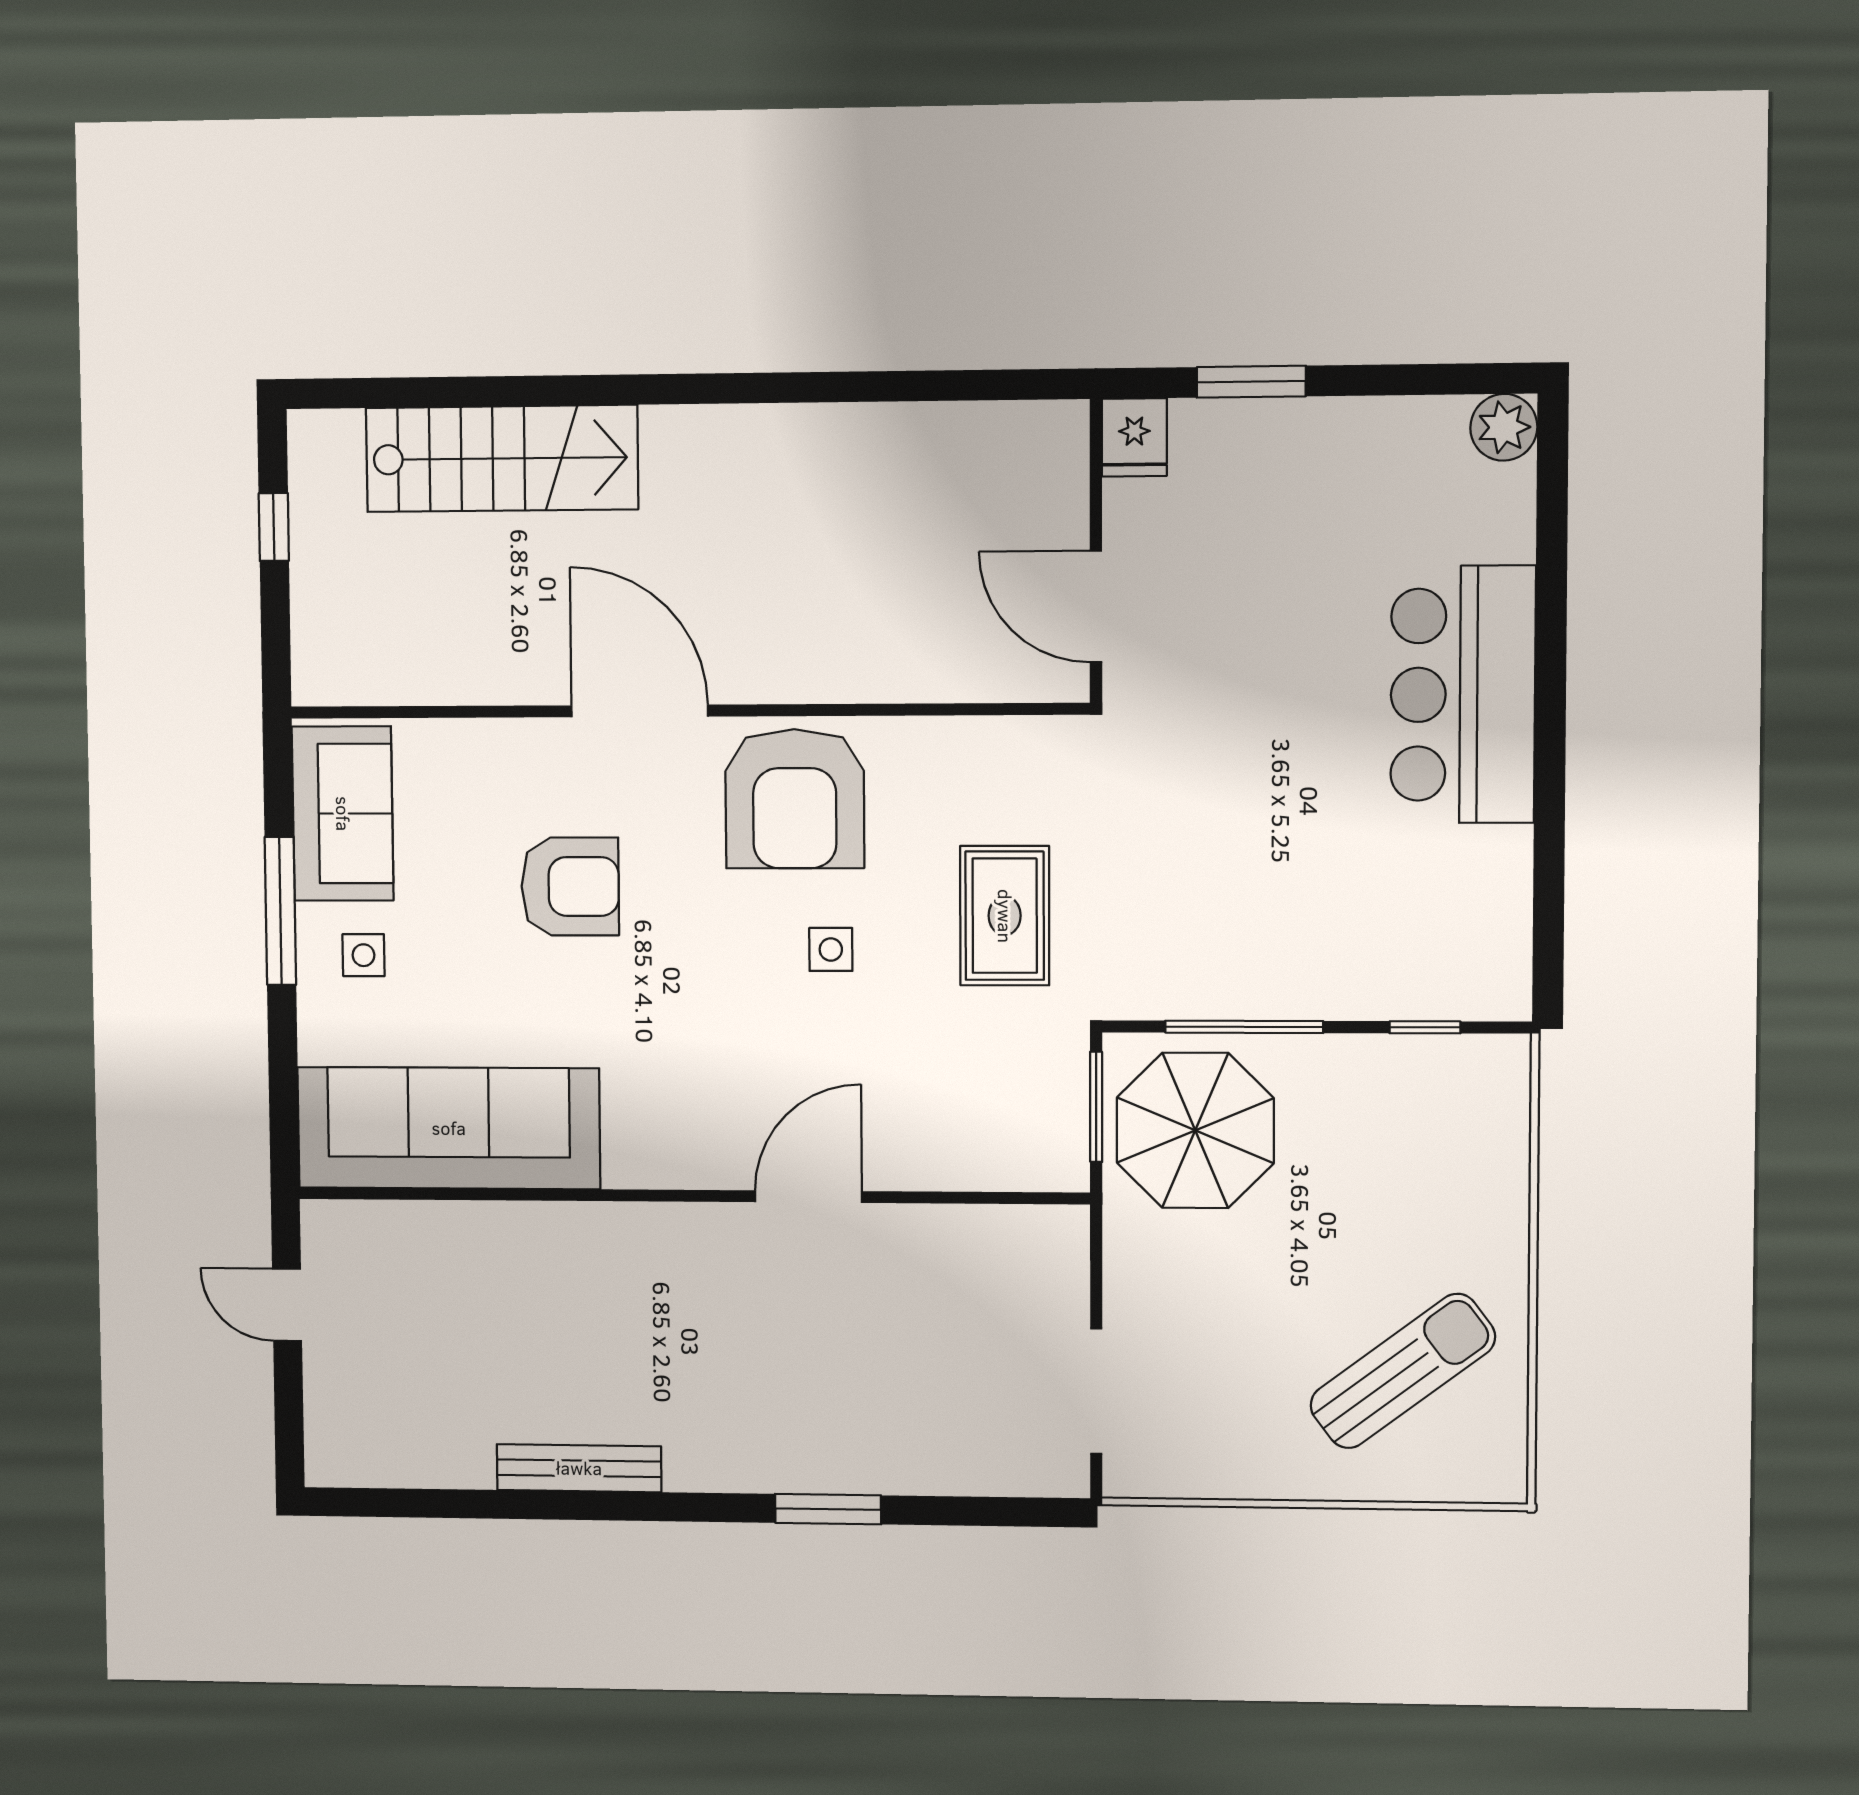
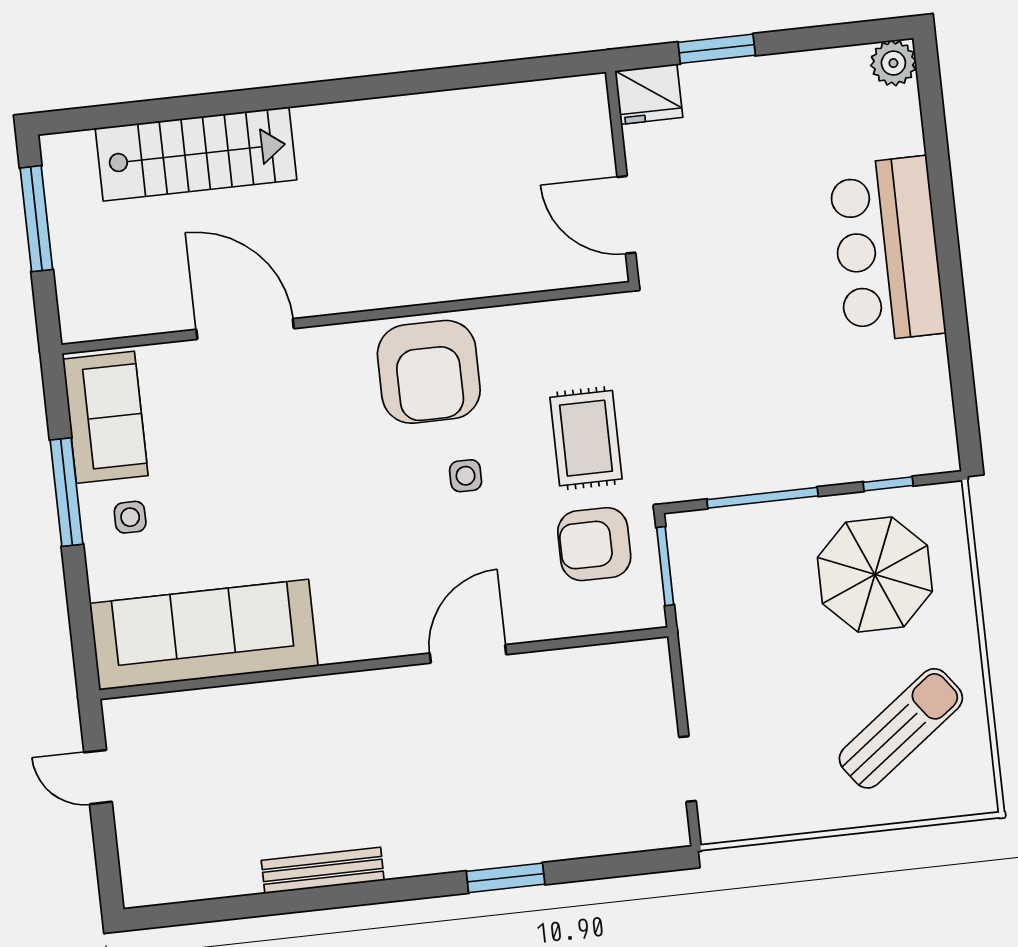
fridge: (1134, 437) -> (649, 94), width x1.38
window: (274, 527) -> (36, 219), width x2.17
door: (640, 711) -> (245, 329), moved
armchair: (570, 886) -> (594, 544), moved, turned 180
parasol: (1195, 1130) -> (875, 574), moved
doorway: (1096, 1391) -> (688, 769), width x0.73

